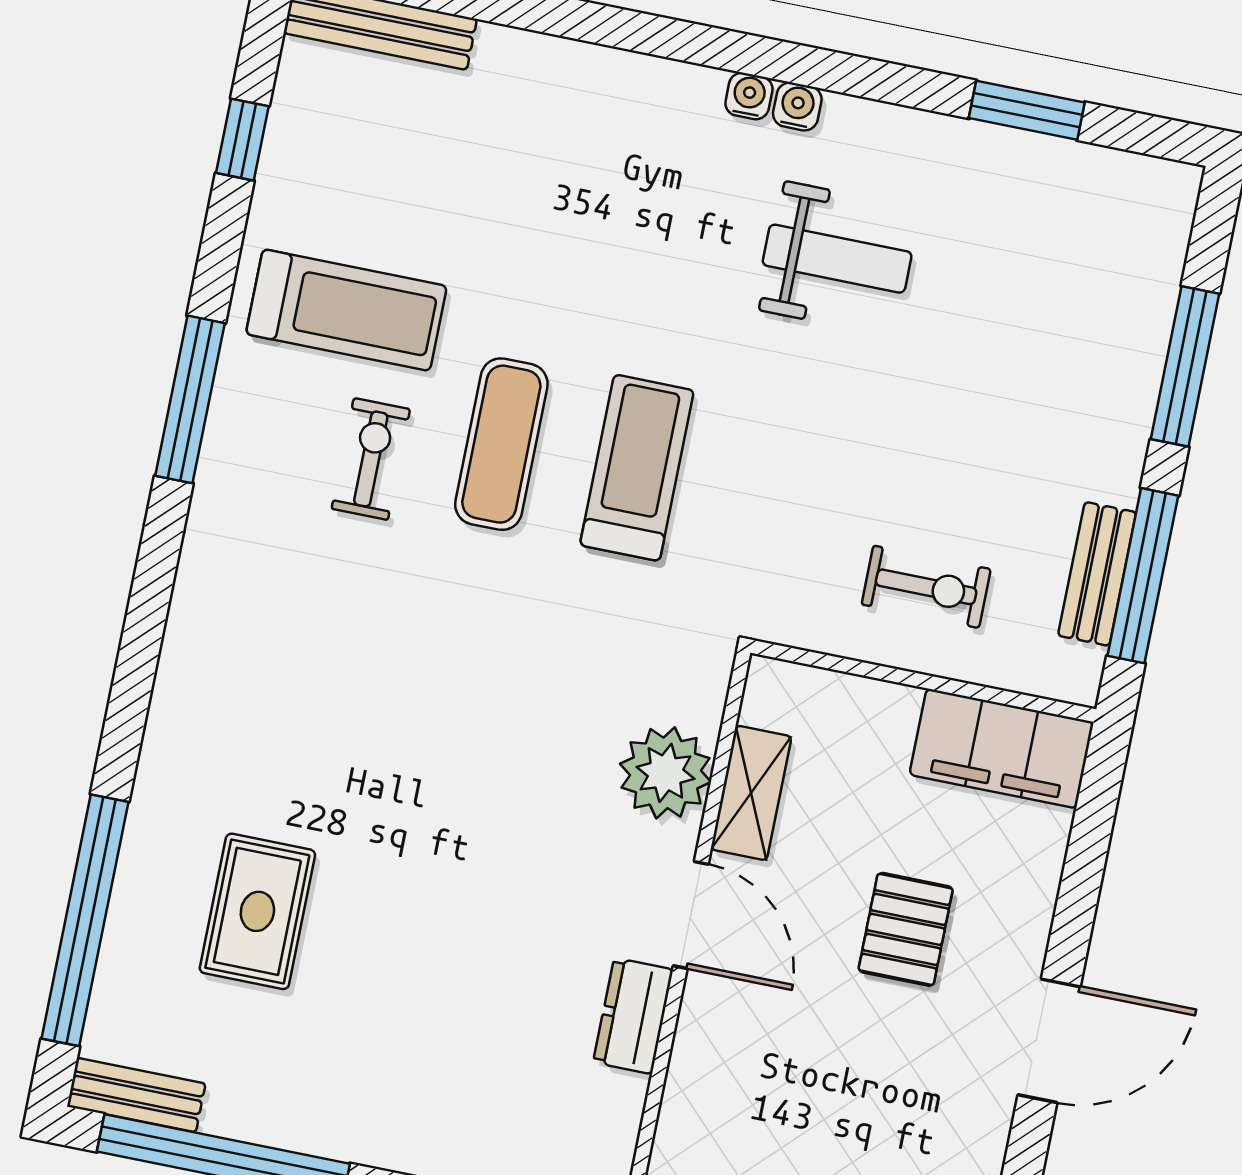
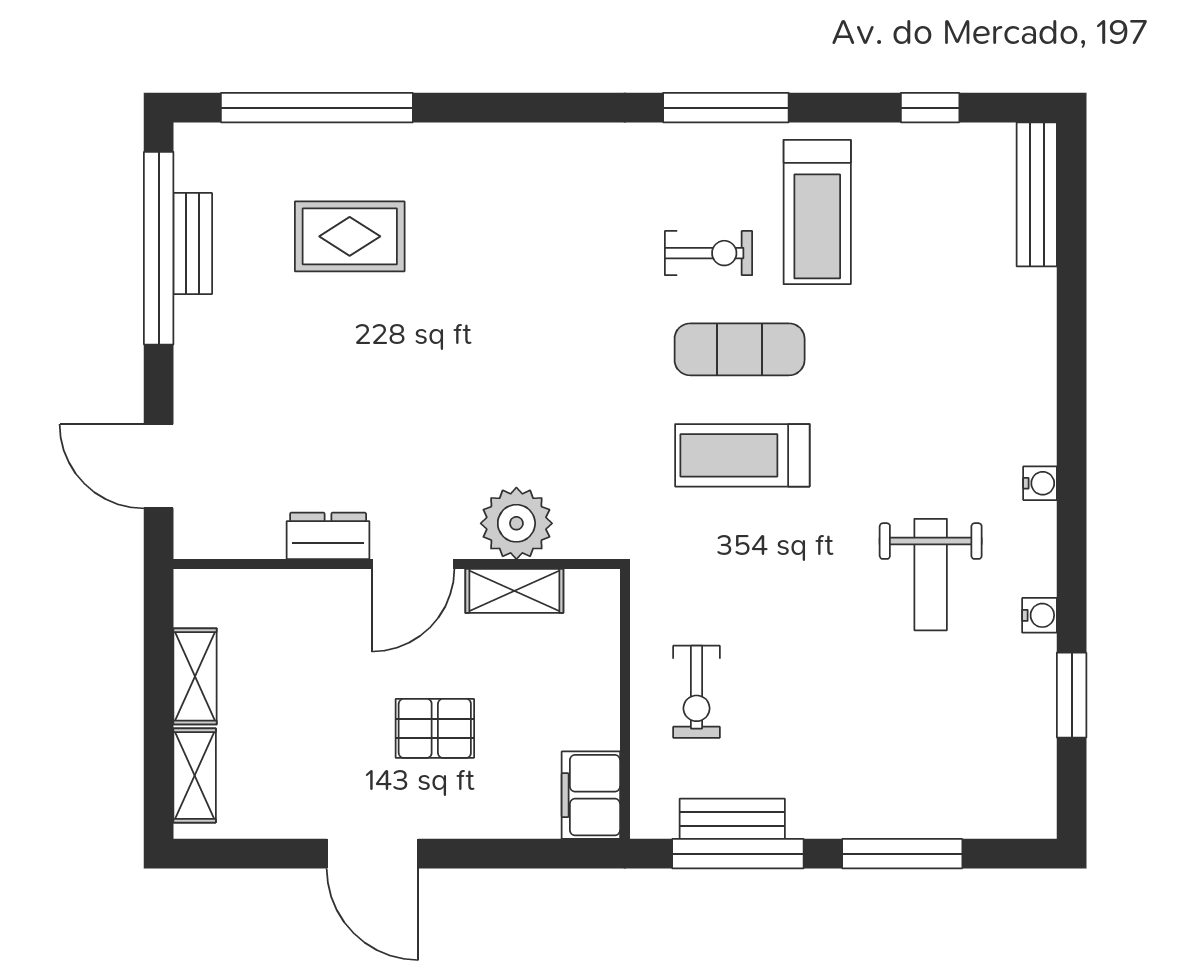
water cooler: (797, 106) -> (1040, 615), moved
treadmill: (637, 468) -> (742, 455), turned 180
filing cabinet: (1002, 748) -> (591, 795), width x0.67, depth x0.86
bench: (136, 1095) -> (193, 243), moved

